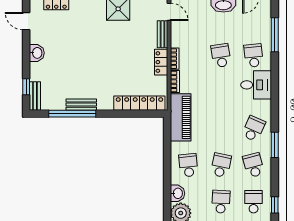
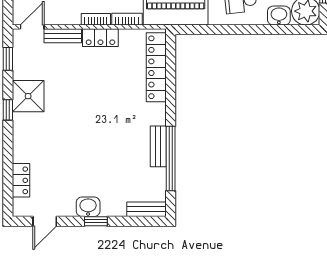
window: (26, 87) -> (96, 221), moved

